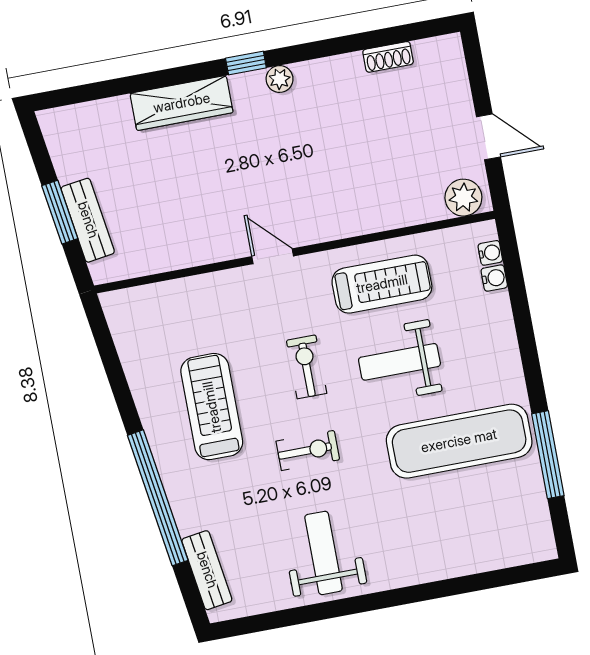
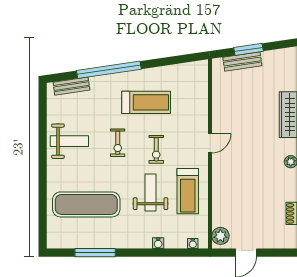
water cooler: (494, 278) -> (158, 243), moved
exercise bike: (306, 367) -> (156, 149), turned 90
exercise mat: (459, 441) -> (86, 204), moved, turned 90

